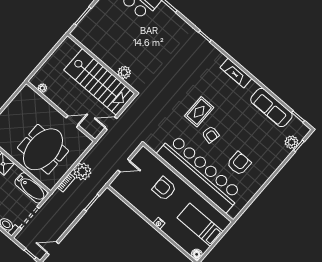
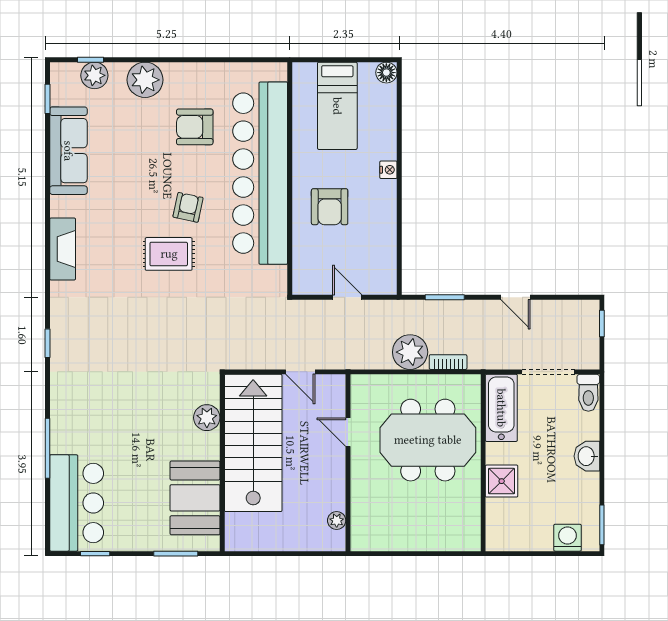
booth: (98, 42) -> (195, 498), added
plant: (273, 160) -> (145, 80), added
door: (53, 248) -> (516, 297), moved

